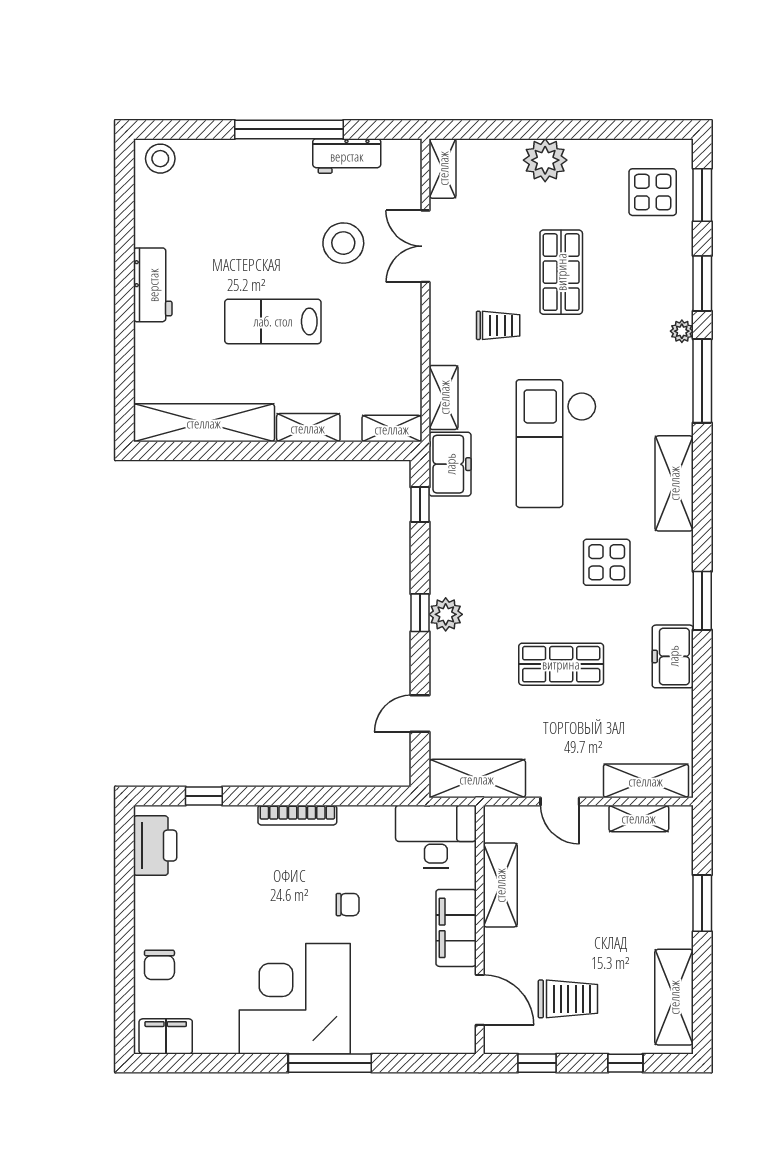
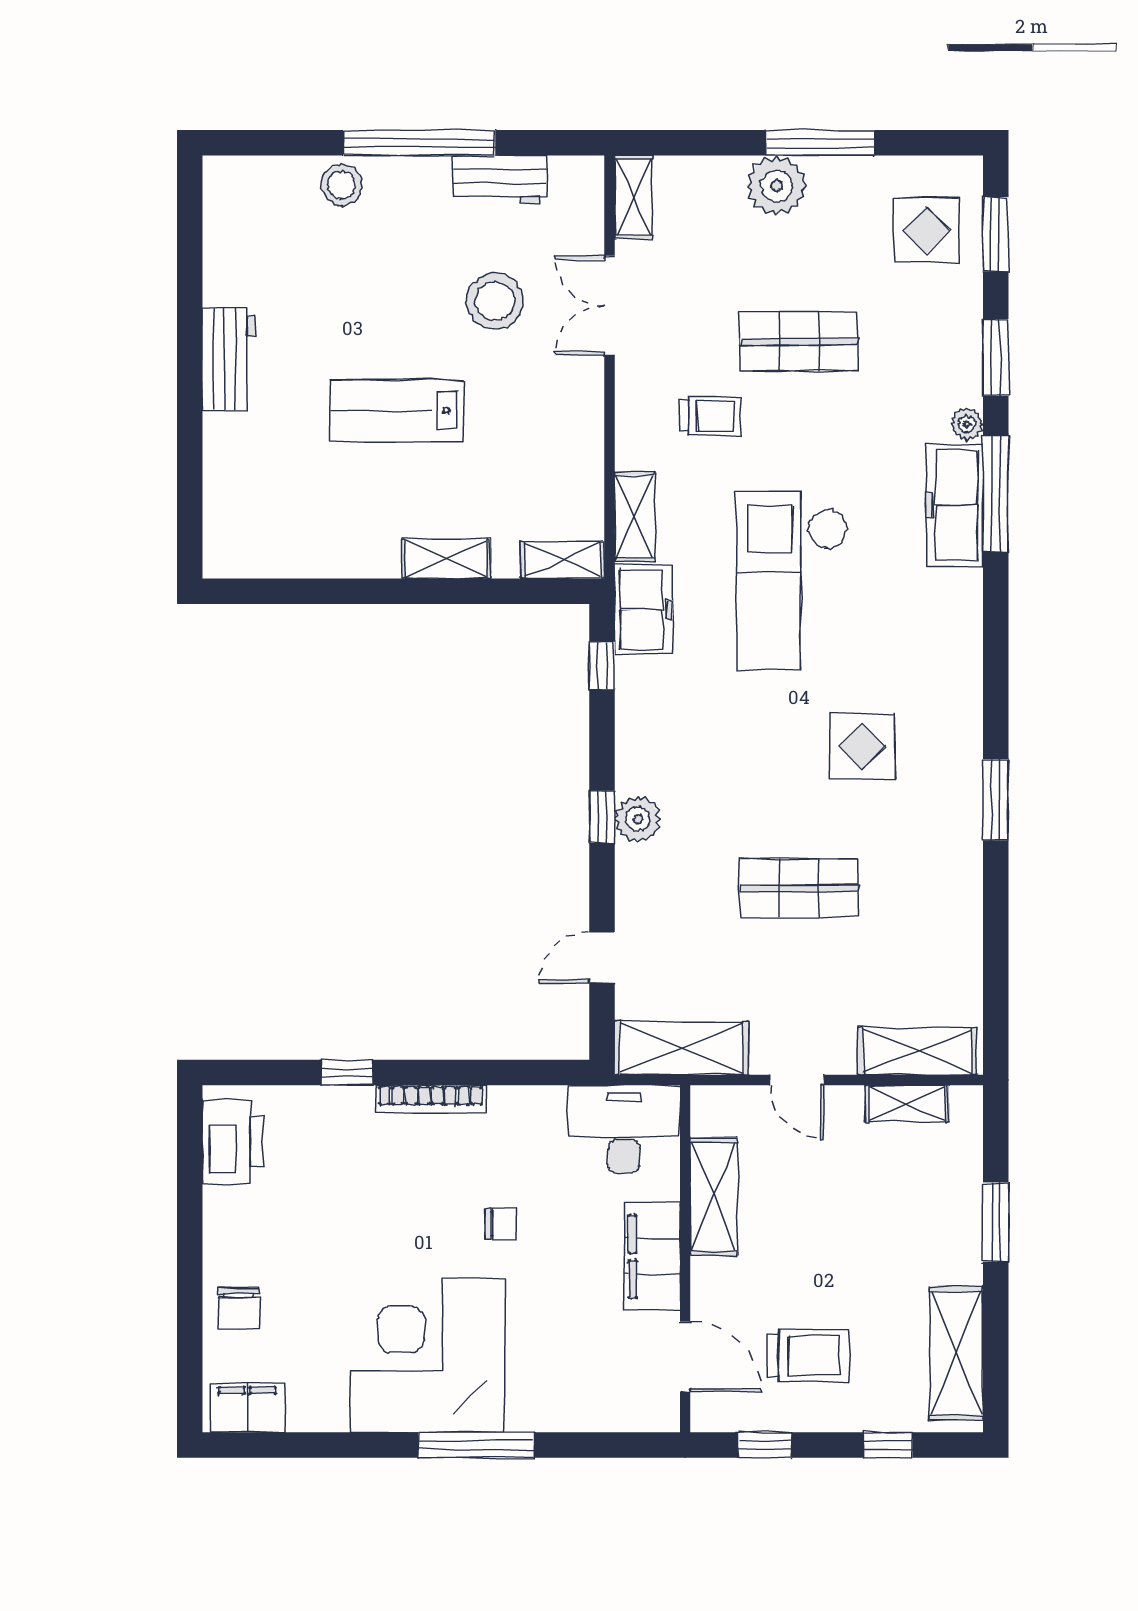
window: (576, 129) -> (820, 143), added
stool: (160, 159) -> (342, 185), moved
shop shelf: (561, 272) -> (799, 342), turned 90
shelving: (204, 423) -> (300, 552), removed
shelving: (674, 483) -> (956, 636), removed
freezer: (673, 656) -> (954, 505), moved, width x1.40
window: (204, 796) -> (347, 1072), moved

